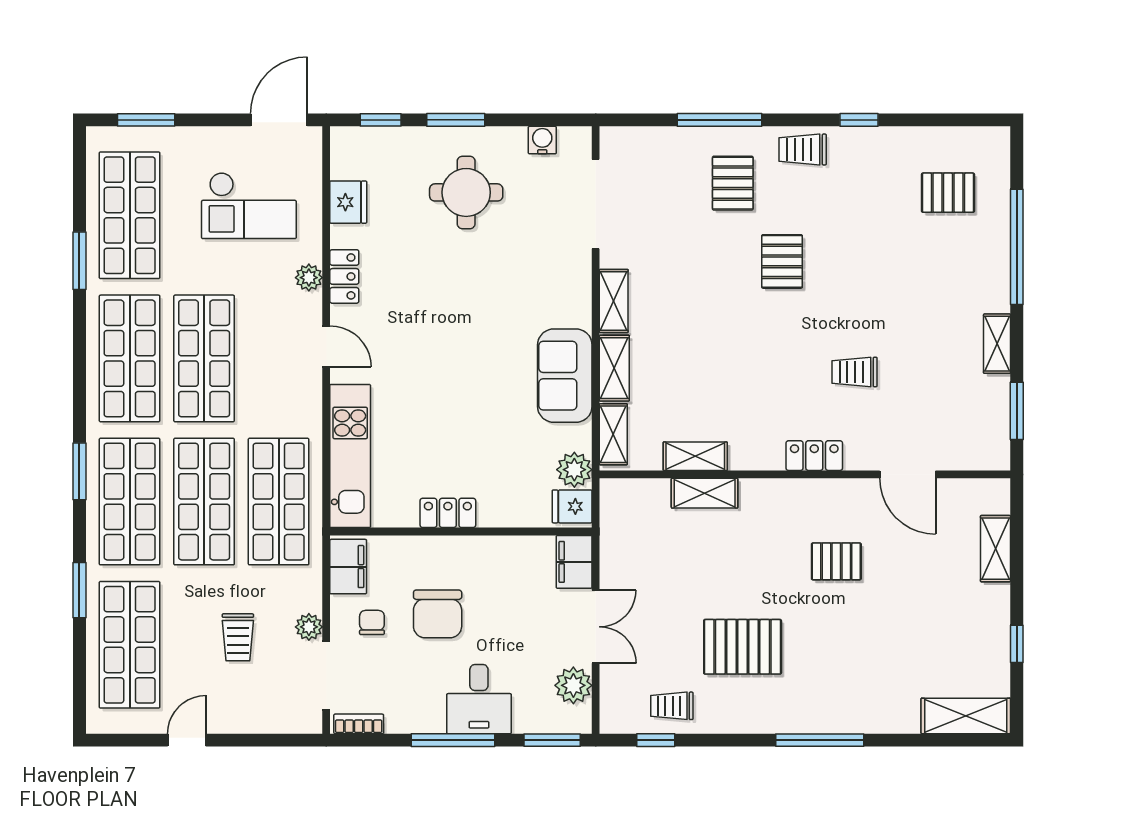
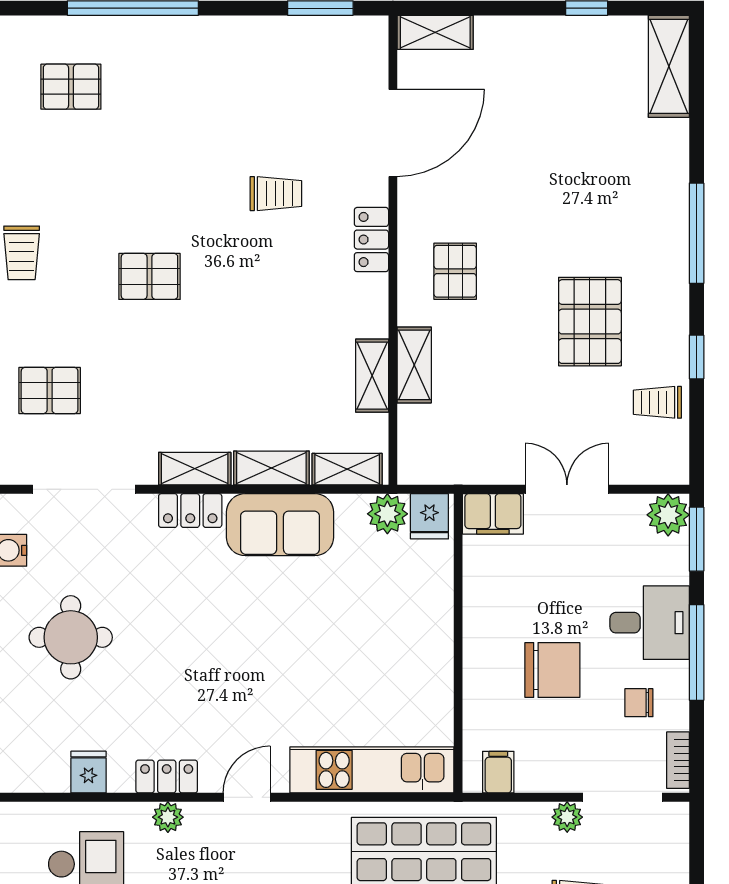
pallet: (733, 183) -> (50, 390), moved
pallet: (948, 193) -> (71, 87), turned 90
fridge: (348, 202) -> (88, 772), width x0.72
shelving: (997, 344) -> (243, 31), removed
trolley: (854, 372) -> (276, 194), turned -90
door: (908, 474) -> (393, 133), width x1.36
locker: (448, 513) -> (190, 511), moved, turned -90
shelving: (996, 549) -> (435, 32), moved
pallet: (836, 561) -> (455, 271), moved
filing cabinet: (348, 567) -> (498, 772), width x0.50
chair: (372, 622) -> (639, 703), moved
plant: (573, 685) -> (668, 515), moved
trolley: (672, 706) -> (657, 402), turned 90
window: (656, 740) -> (697, 357), moved

